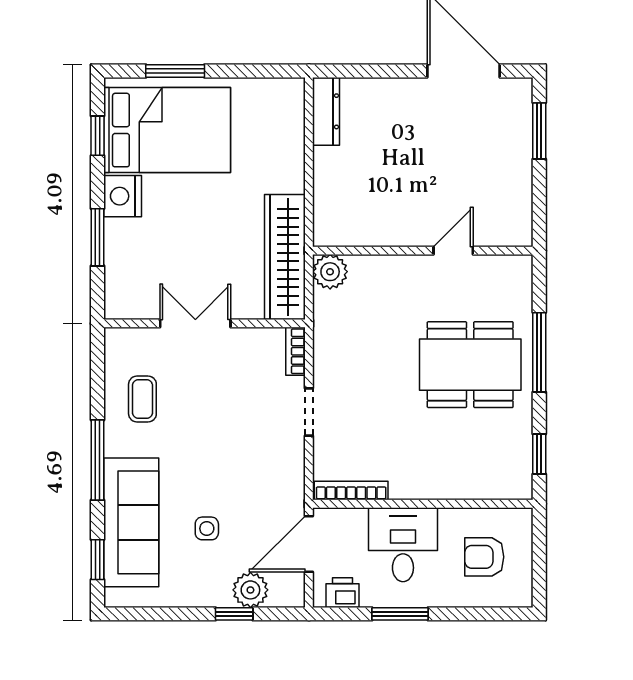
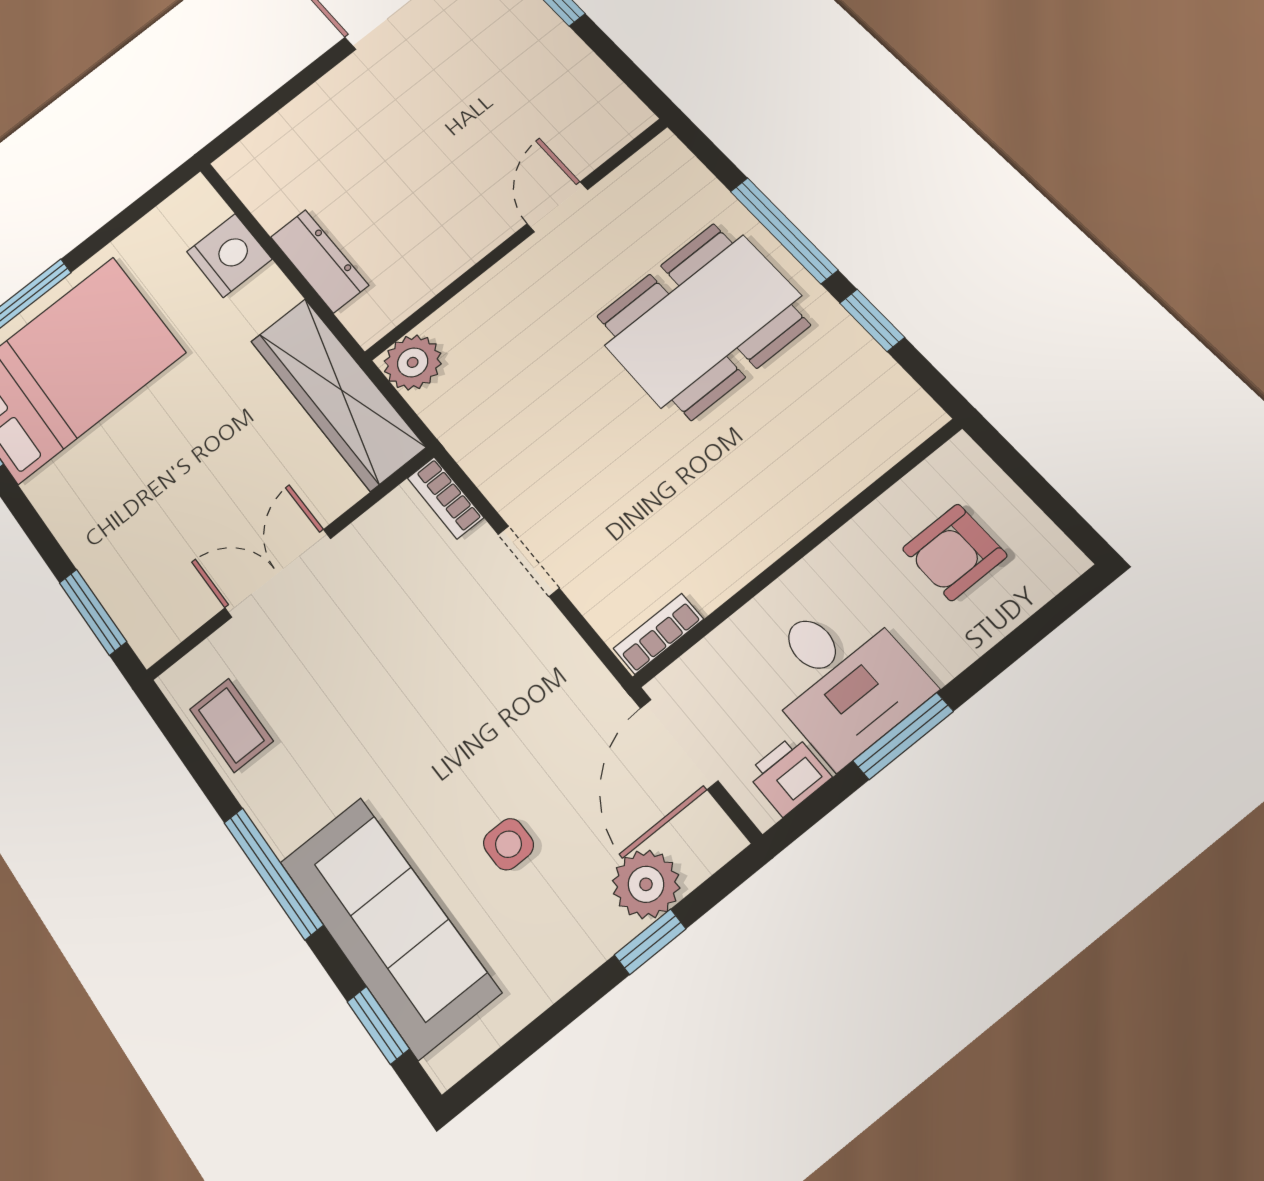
dresser: (326, 111) -> (319, 261), moved
nightstand: (123, 196) -> (229, 255), moved, turned 180
window: (98, 237) -> (93, 612), moved
coffee table: (142, 399) -> (231, 725), moved
window: (539, 454) -> (872, 320), moved
bookcase: (351, 491) -> (658, 634), width x0.64
desk: (403, 545) -> (841, 677), moved, turned 180

